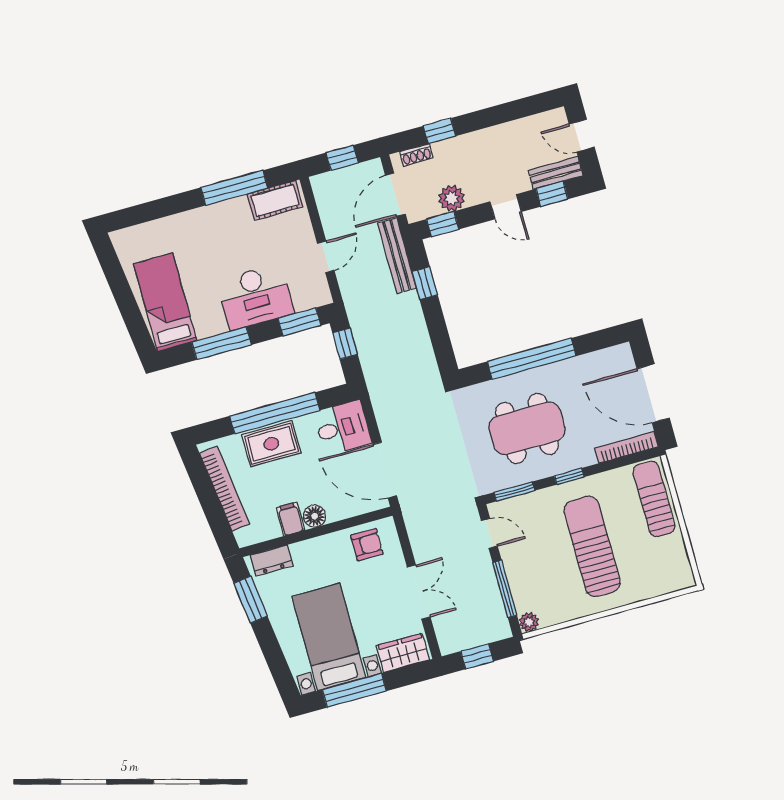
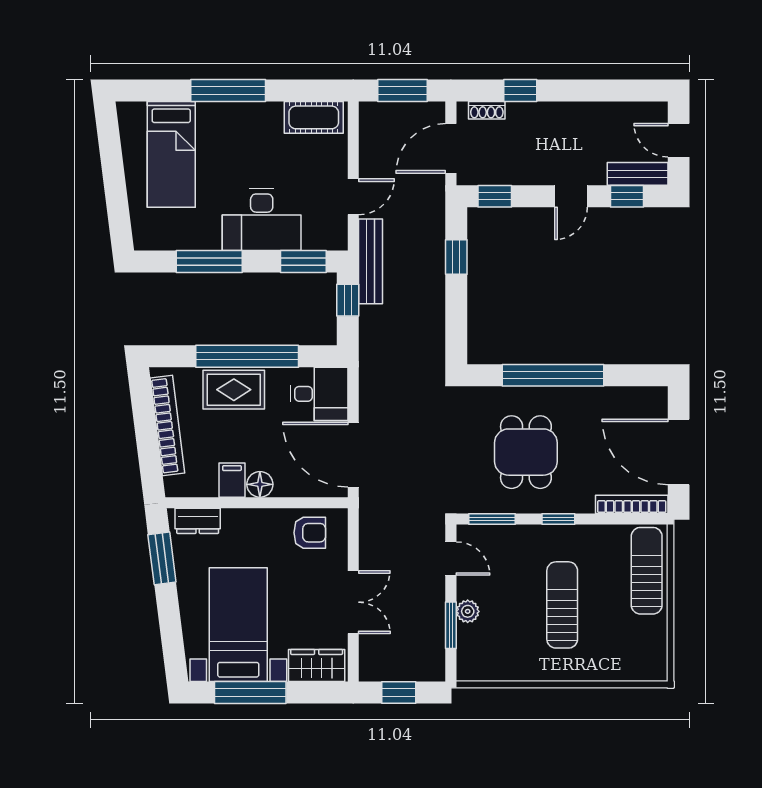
window: (342, 158) -> (403, 91), width x1.50
window: (234, 188) -> (228, 91), moved
plant: (452, 198) -> (513, 170), removed
door: (506, 207) -> (571, 196), hinge flipped
bench: (397, 256) -> (371, 261), moved
bed: (165, 302) -> (171, 154), moved, turned 180
dining table: (527, 428) -> (526, 452), width x0.73
sun lounger: (592, 546) -> (562, 605), width x0.73, depth x0.75
window: (505, 589) -> (451, 625), width x0.69
plant: (529, 622) -> (468, 611), moved

